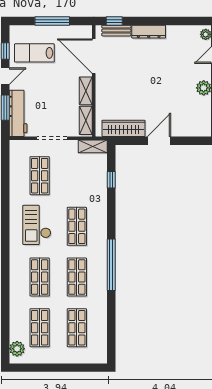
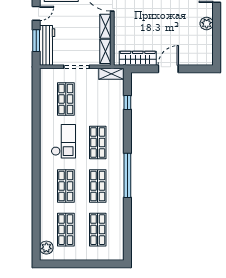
checkout: (37, 225) -> (63, 141), turned 180

